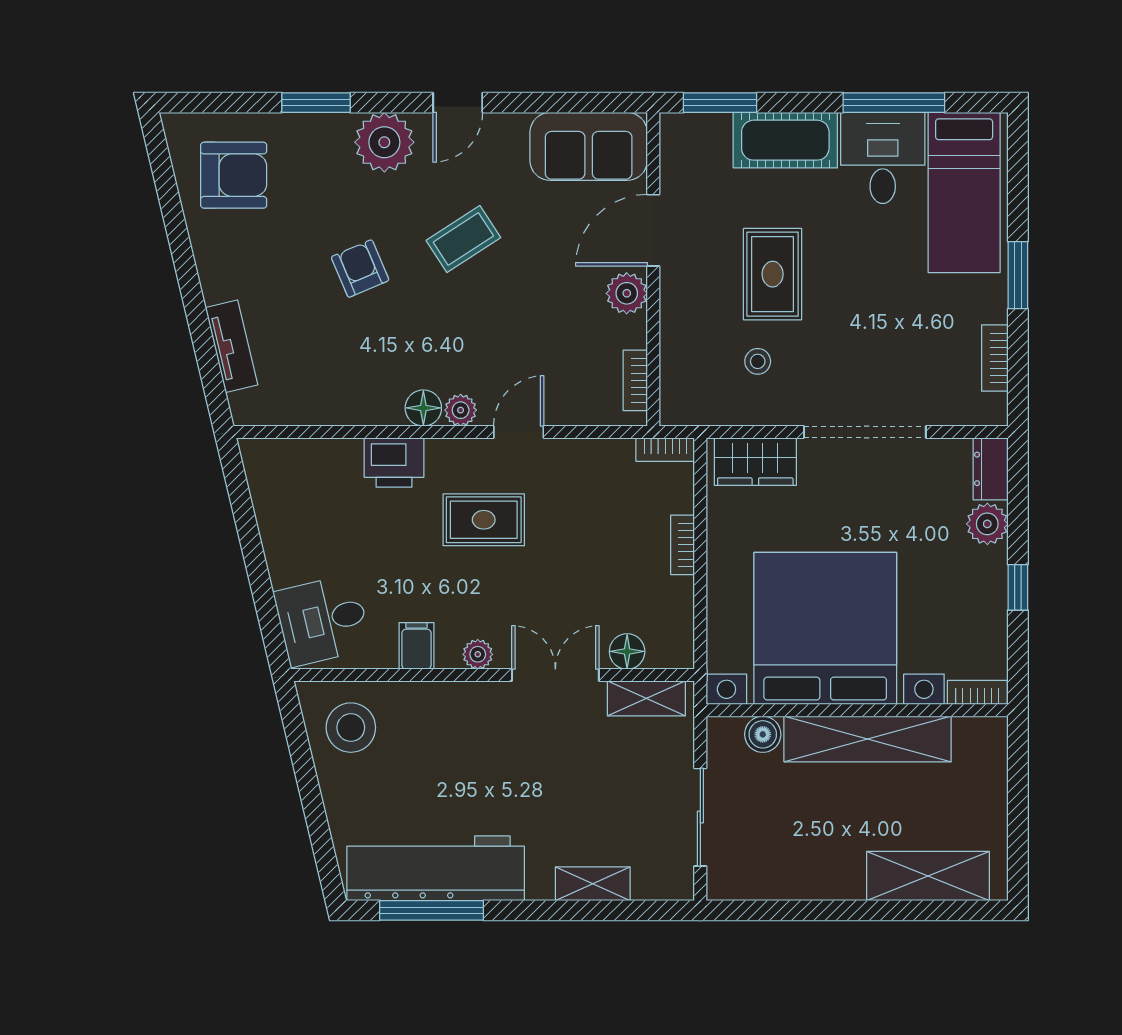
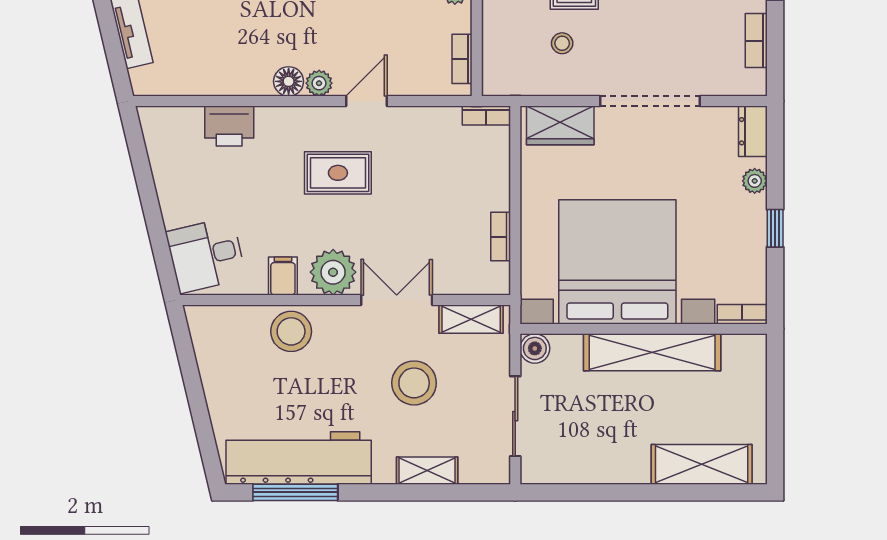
printer: (394, 463) -> (229, 126), moved
plant: (987, 524) -> (755, 181), width x0.73, depth x0.73
bookcase: (683, 545) -> (501, 237), moved
floor lamp: (627, 651) -> (455, 281), removed
plant: (478, 654) -> (333, 272), width x1.88, depth x1.88
stool: (351, 728) -> (291, 331), moved
boiler: (763, 734) -> (535, 348), moved
stool: (577, 776) -> (414, 383), added

